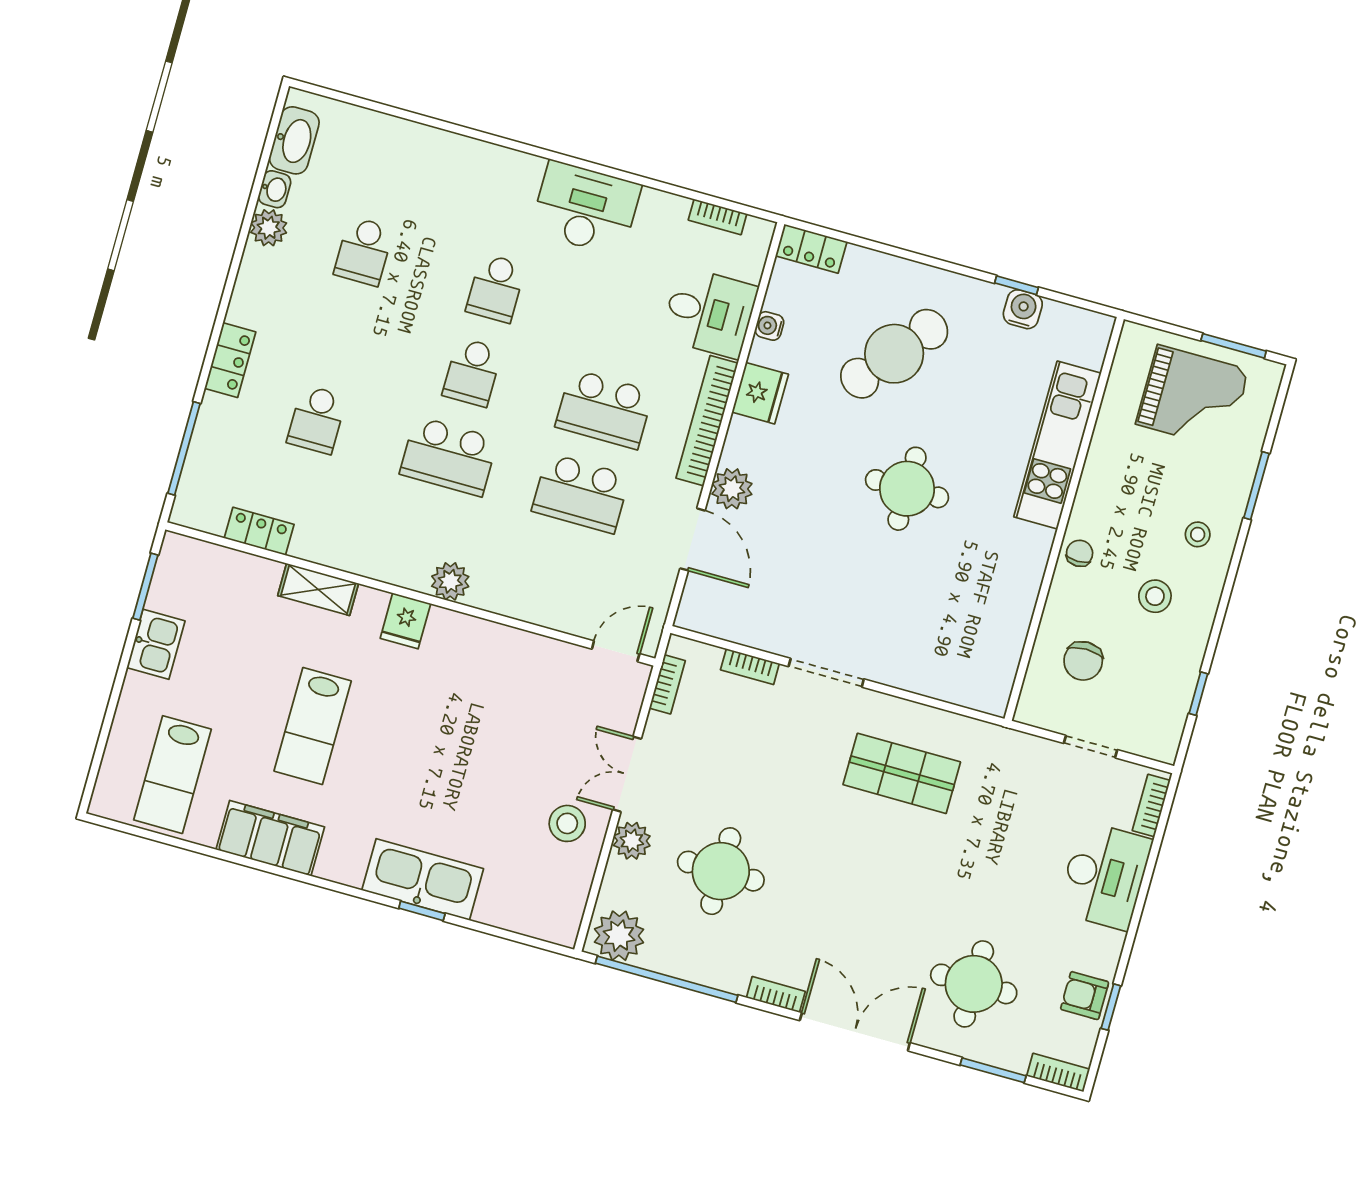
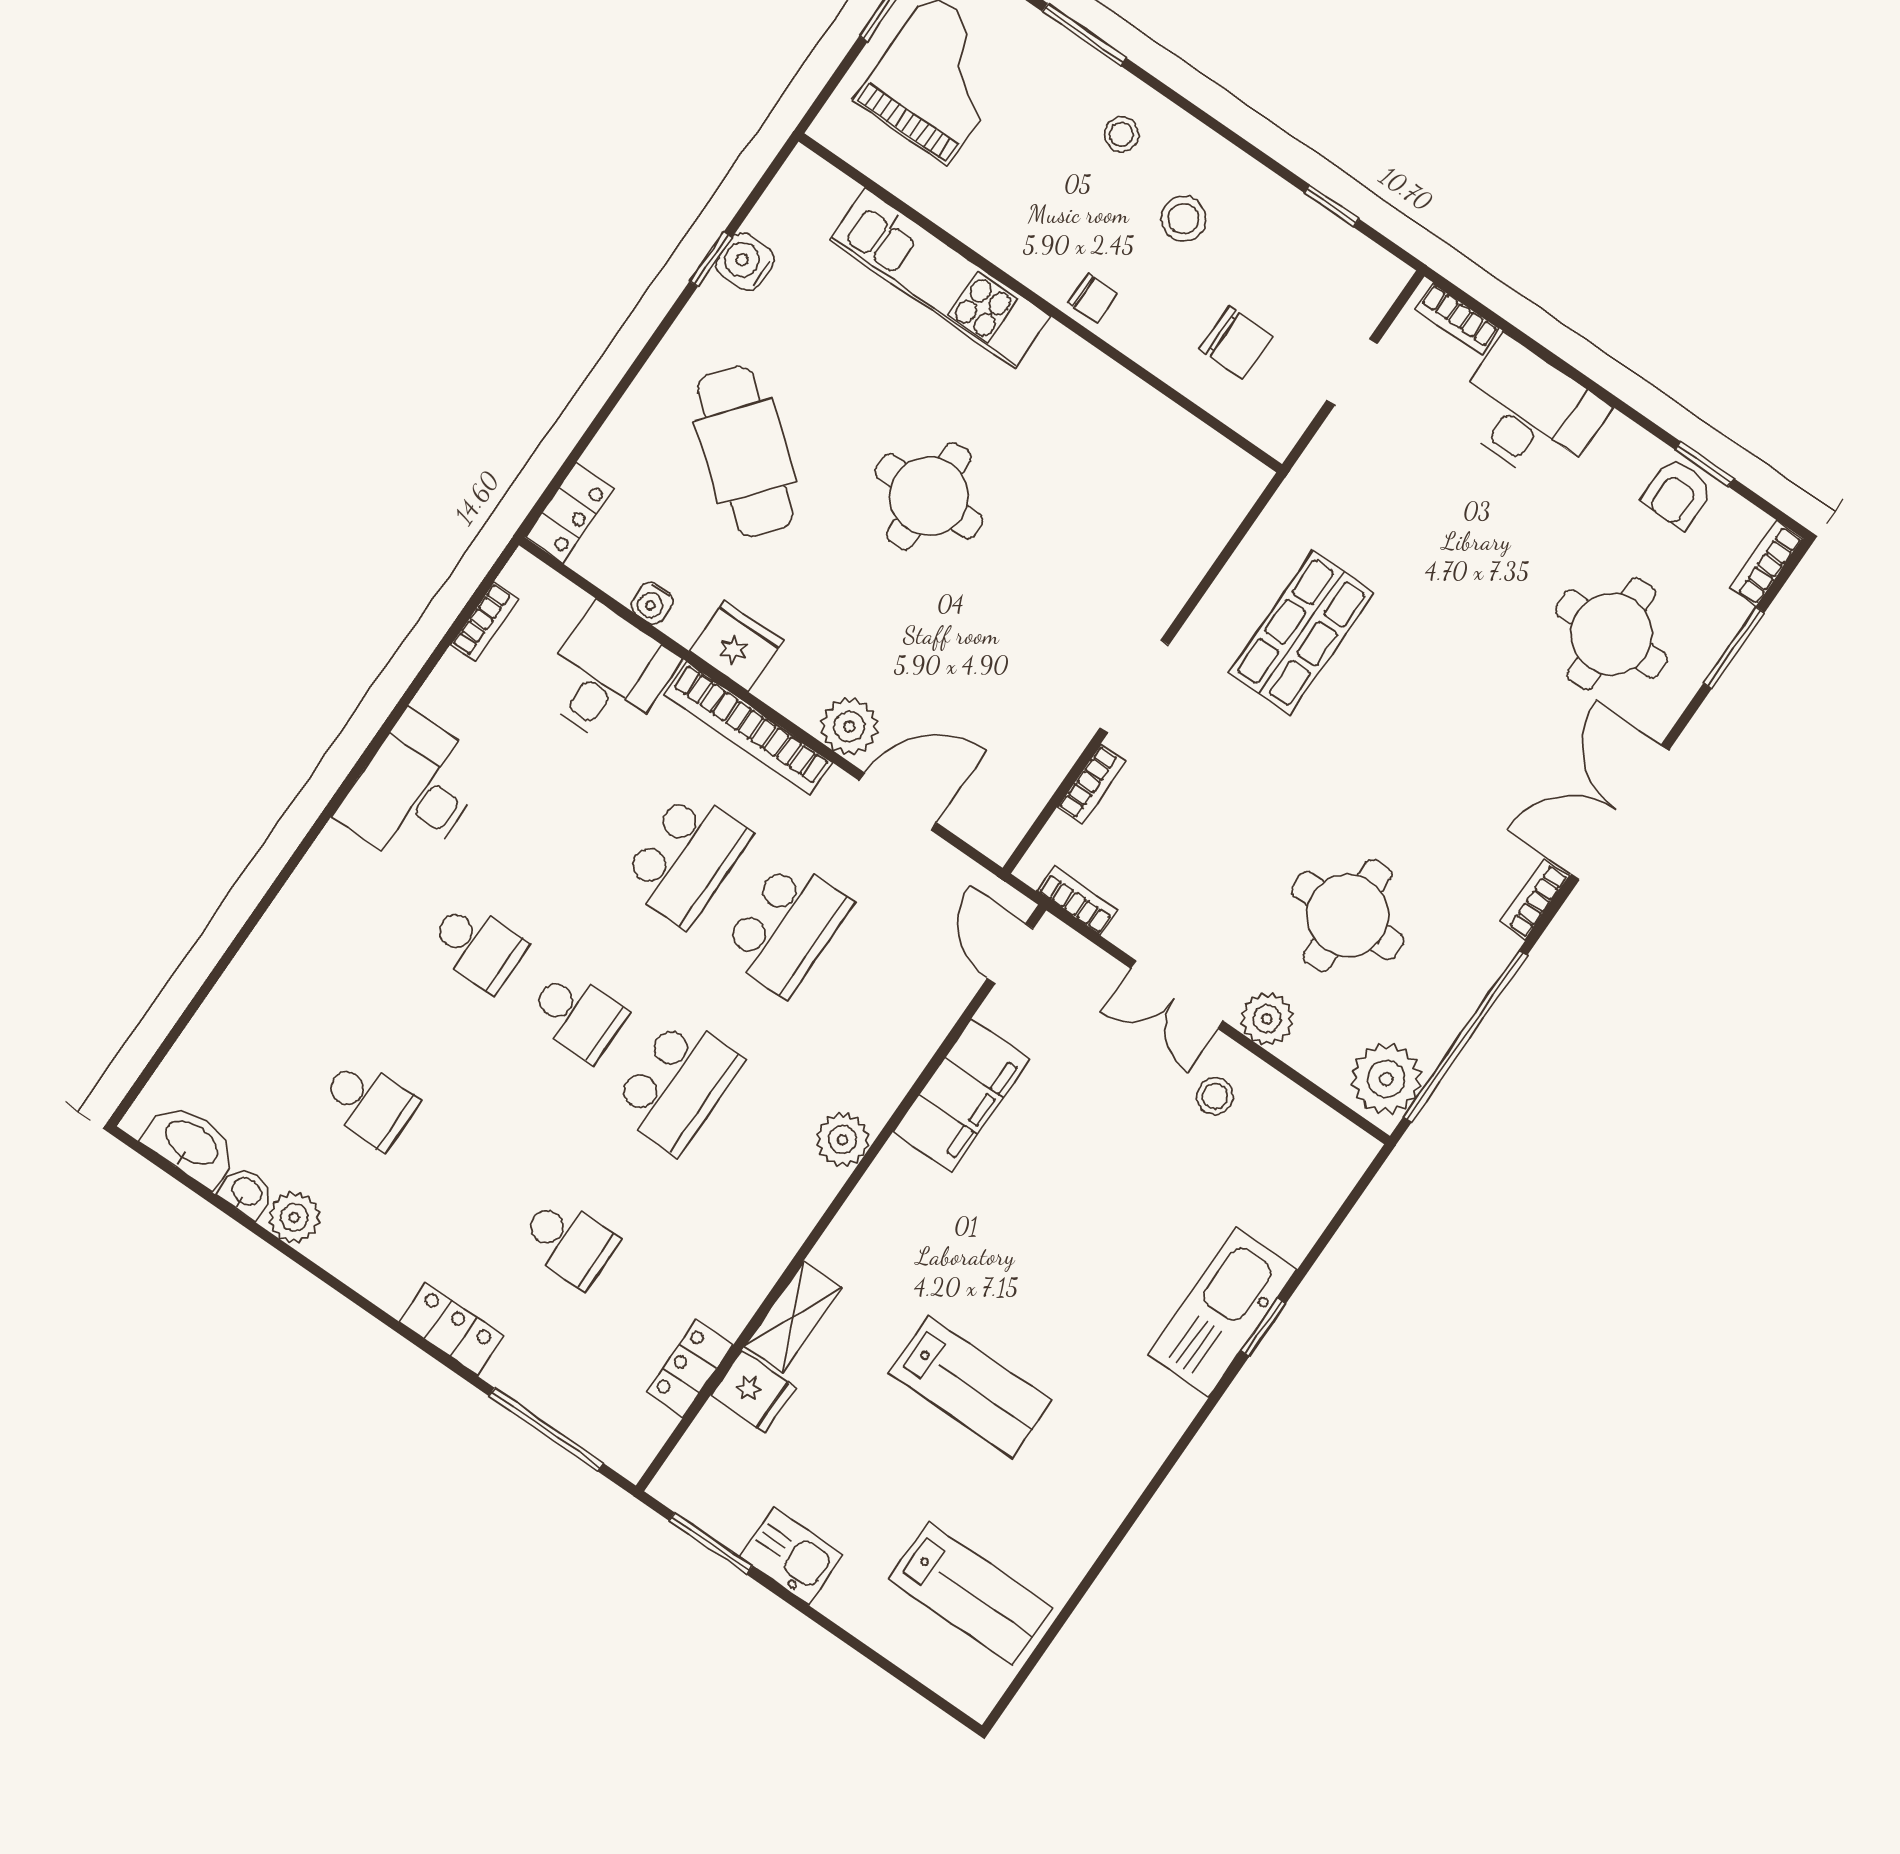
chair: (1080, 553) -> (1093, 298), turned 180
fridge: (405, 621) -> (753, 1391), moved
stool: (567, 823) -> (1215, 1096), width x0.73, depth x0.73
filing cabinet: (270, 838) -> (961, 1096), moved, turned 180

